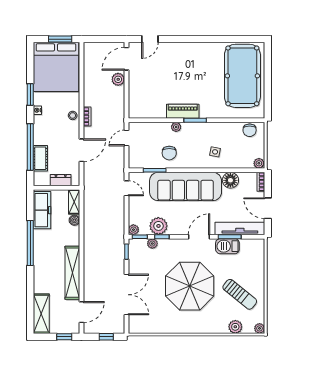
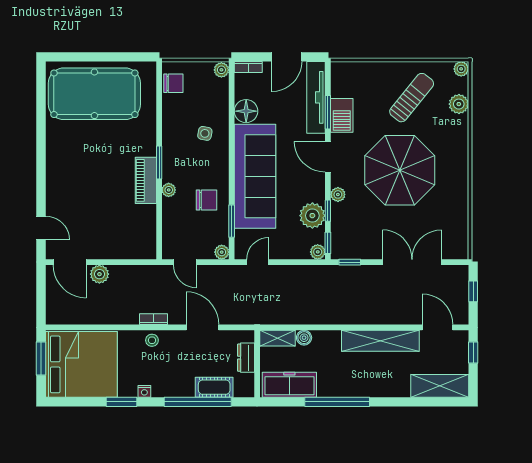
plant: (133, 164) -> (222, 252), added
plant: (152, 244) -> (338, 194), moved

